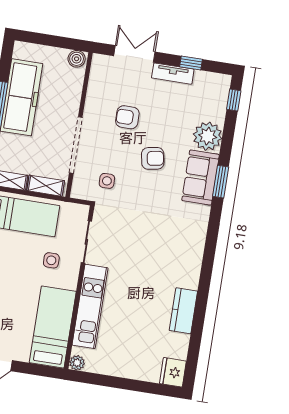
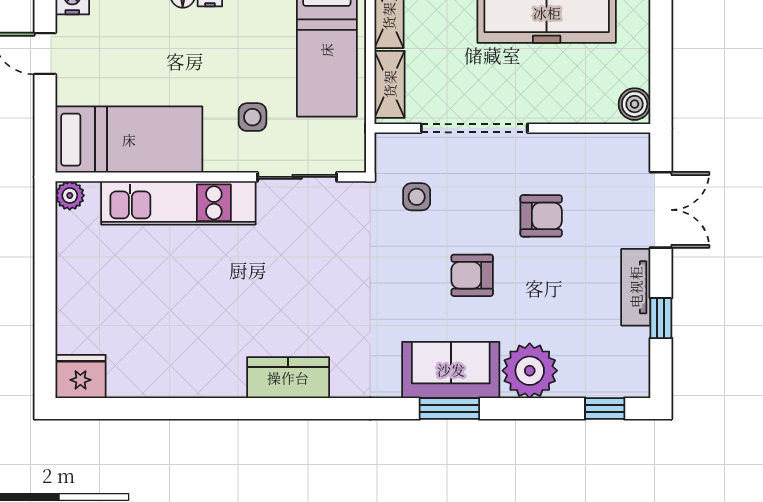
armchair: (127, 117) -> (541, 216), turned 90
armchair: (153, 158) -> (472, 275), turned 100
kitchen counter: (183, 311) -> (288, 378), moved

